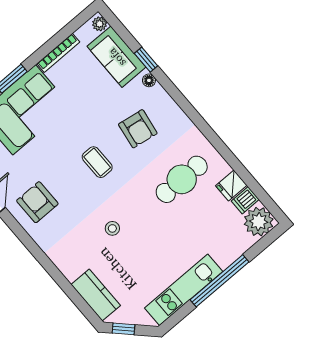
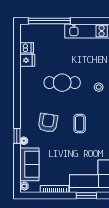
window: (146, 60) -> (17, 136), moved
cafe table: (182, 179) -> (62, 83), moved
plant: (259, 222) -> (29, 33), removed
window: (220, 281) -> (49, 21), moved

